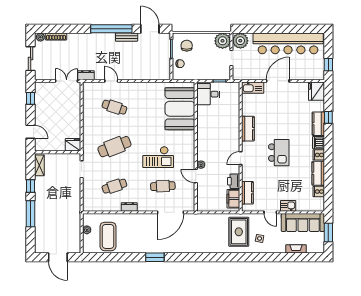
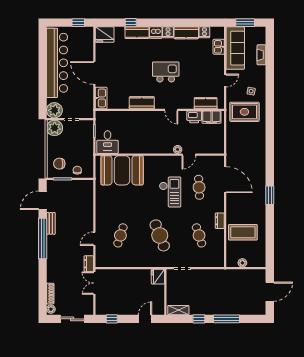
kitchen sink: (288, 206) -> (219, 47), moved
coffee table: (108, 236) -> (243, 232), moved

